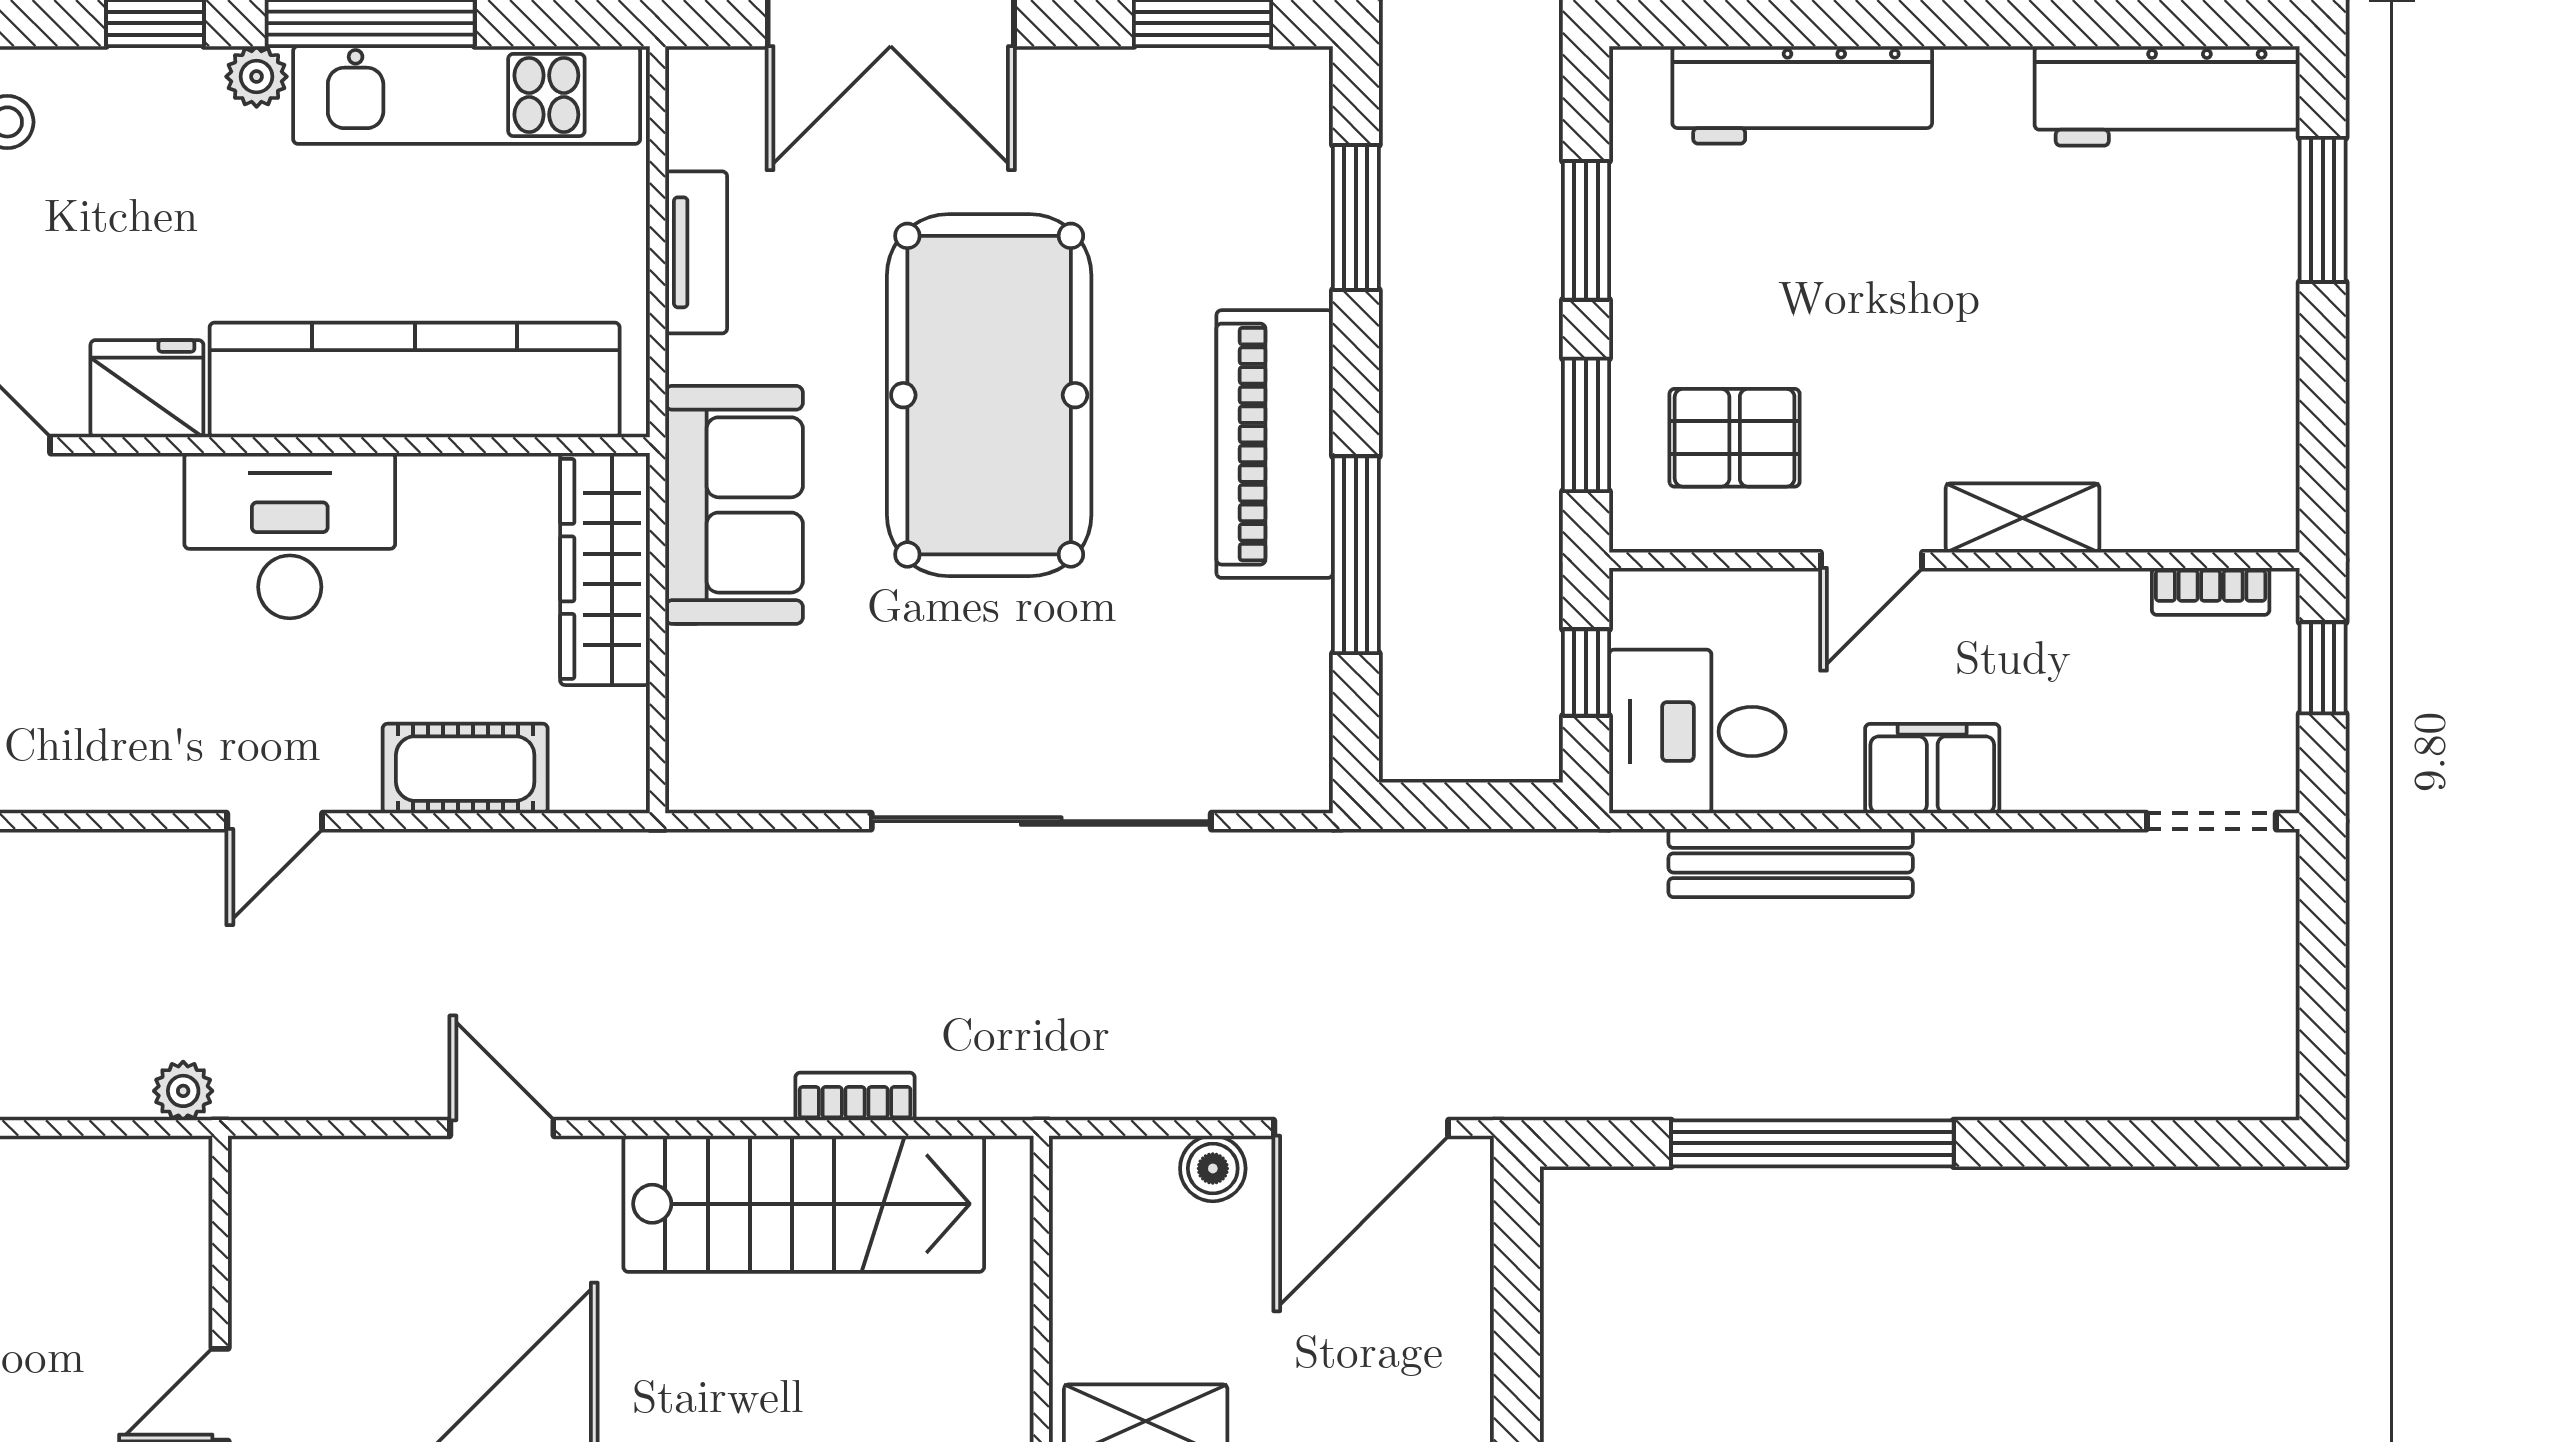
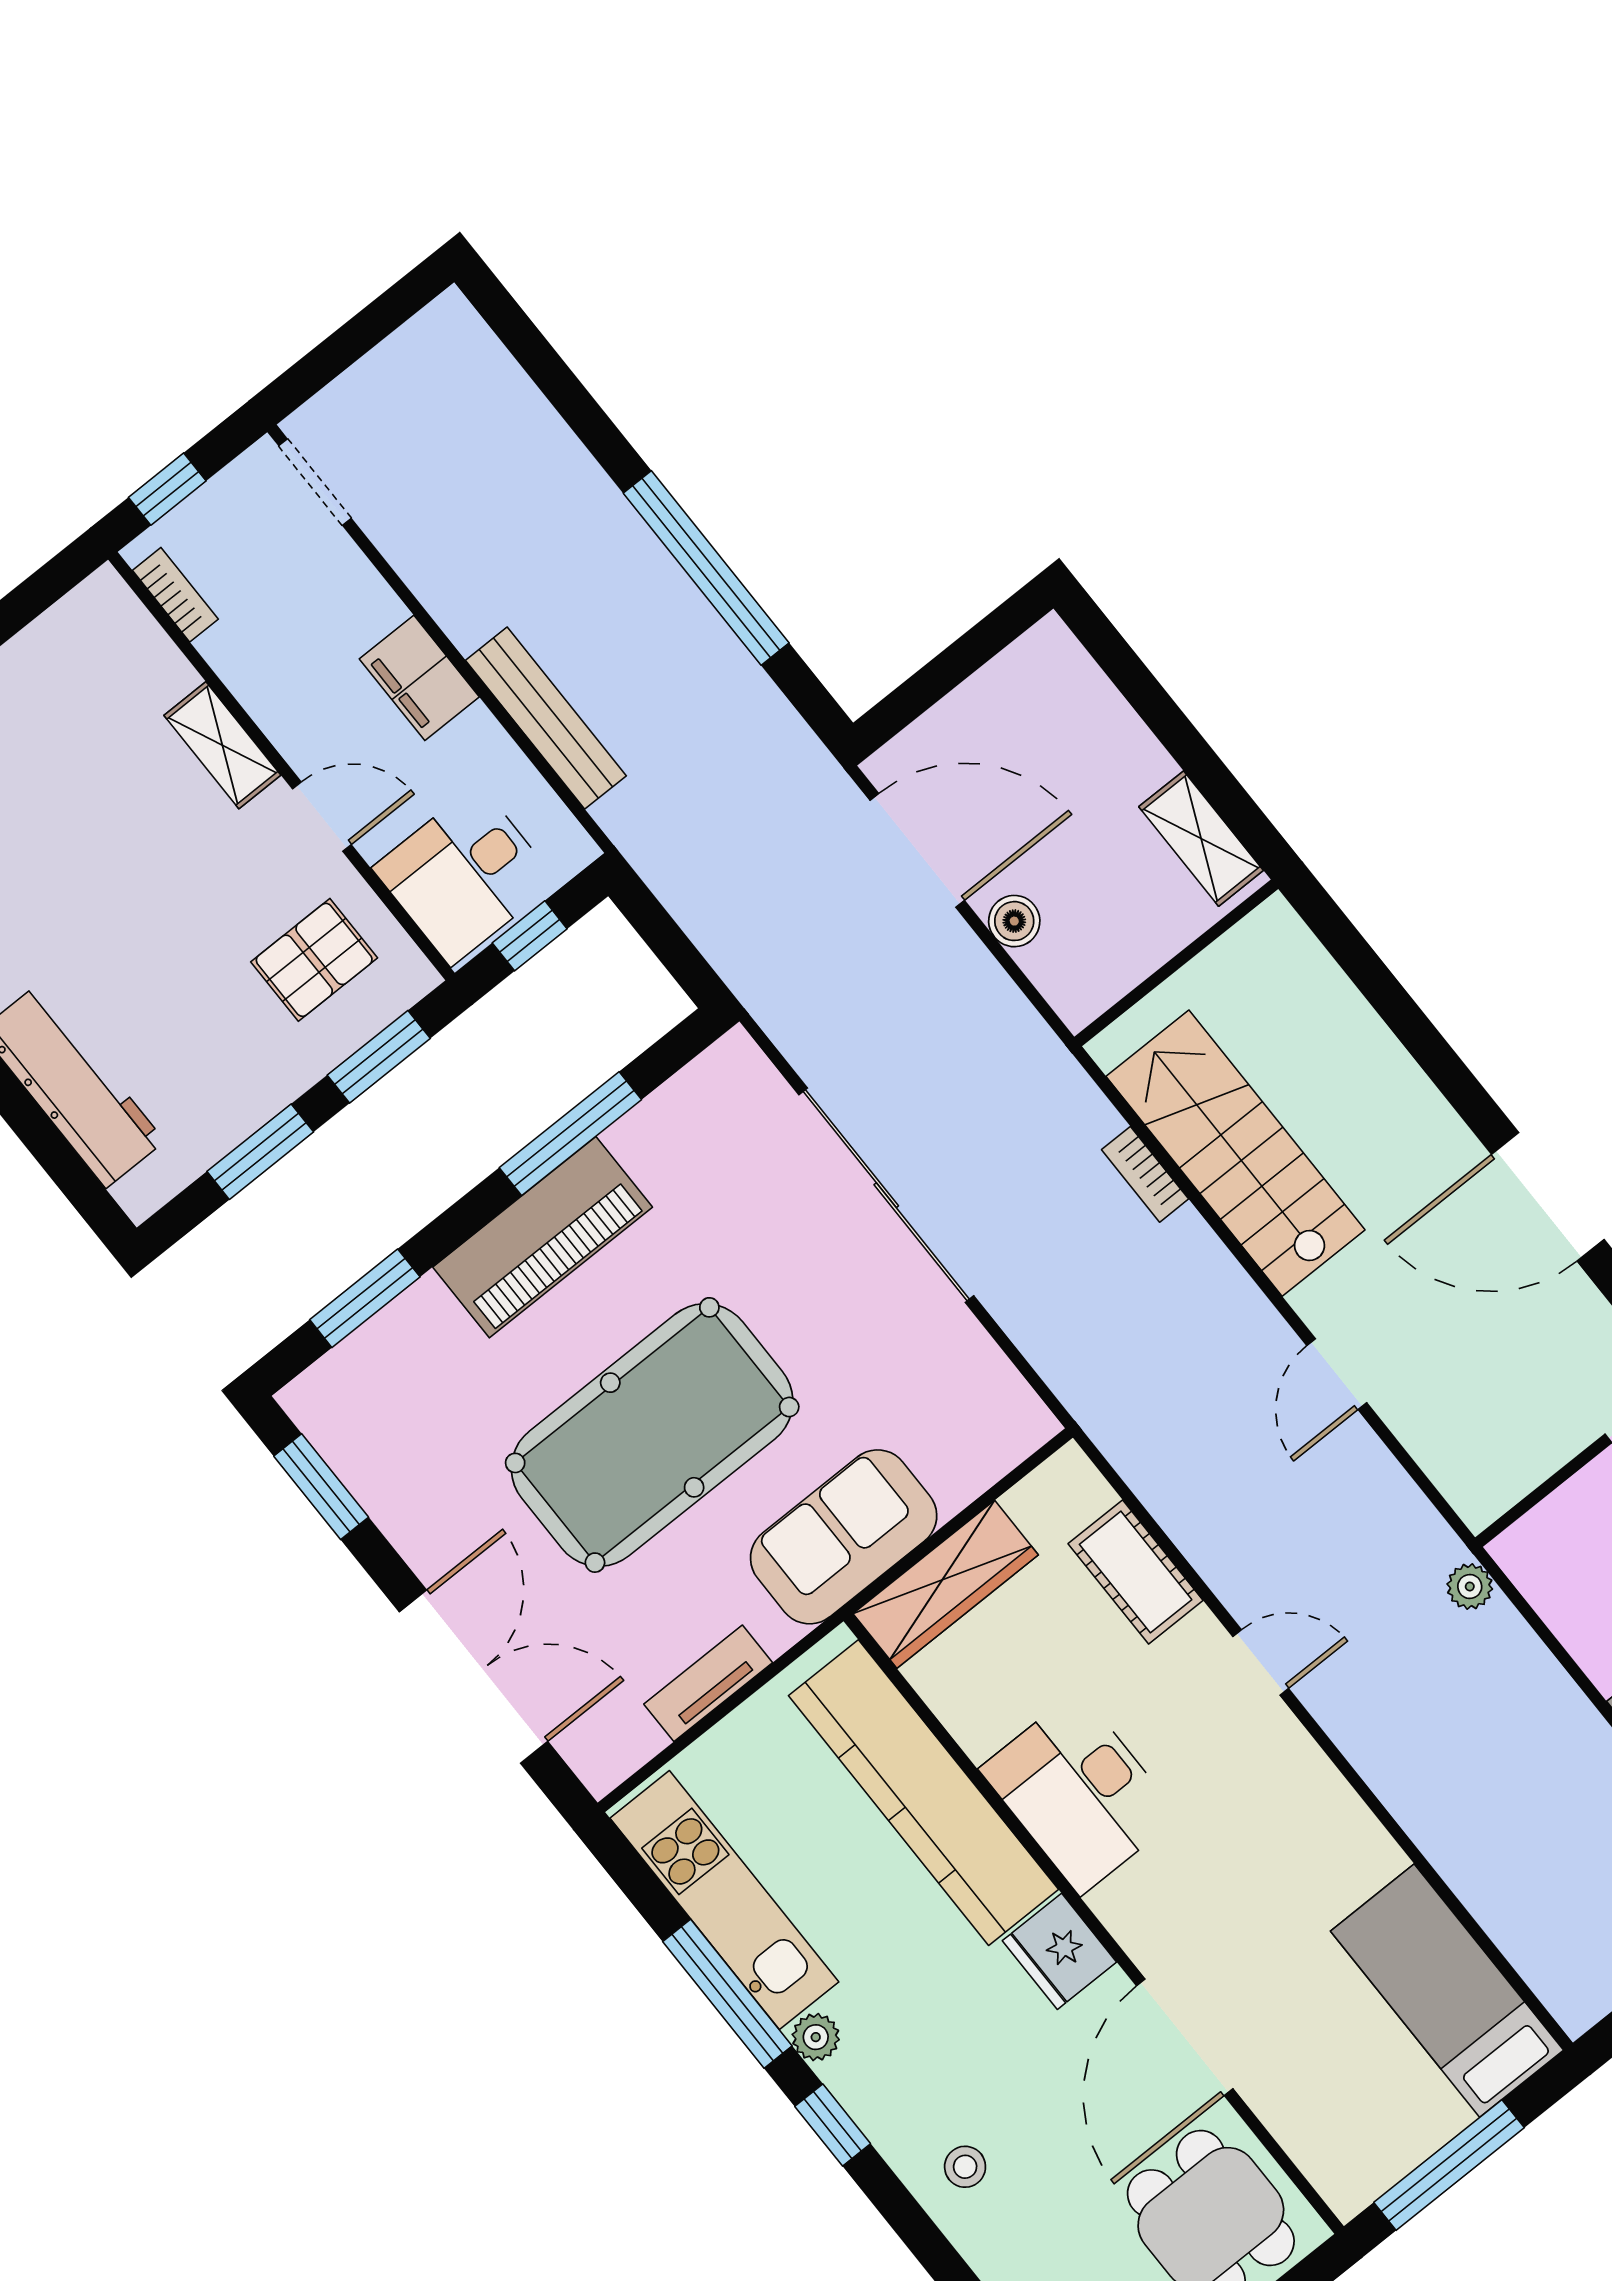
pallet: (1735, 438) -> (314, 960), turned 90
desk: (1697, 732) -> (465, 875), moved, turned 90

